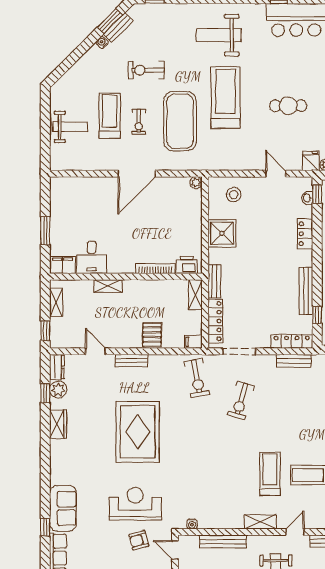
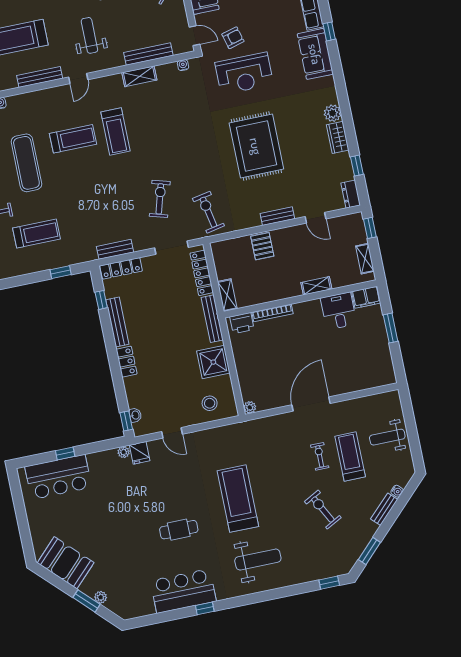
bench: (118, 28) -> (384, 509), moved
water cooler: (102, 42) -> (397, 491), moved
exercise bike: (146, 70) -> (323, 510), turned -118
treadmill: (225, 98) -> (238, 499), turned 180
cafe table: (288, 106) -> (179, 530), moved
treadmill: (110, 116) -> (350, 456), turned 180
exercise mat: (180, 121) -> (278, 465), removed
locker: (305, 234) -> (127, 362), moved
bench: (214, 281) -> (212, 319), width x1.36
filing cabinet: (193, 342) -> (220, 248), removed
plant: (58, 390) -> (333, 113), moved
shelving: (260, 522) -> (139, 76), moved

